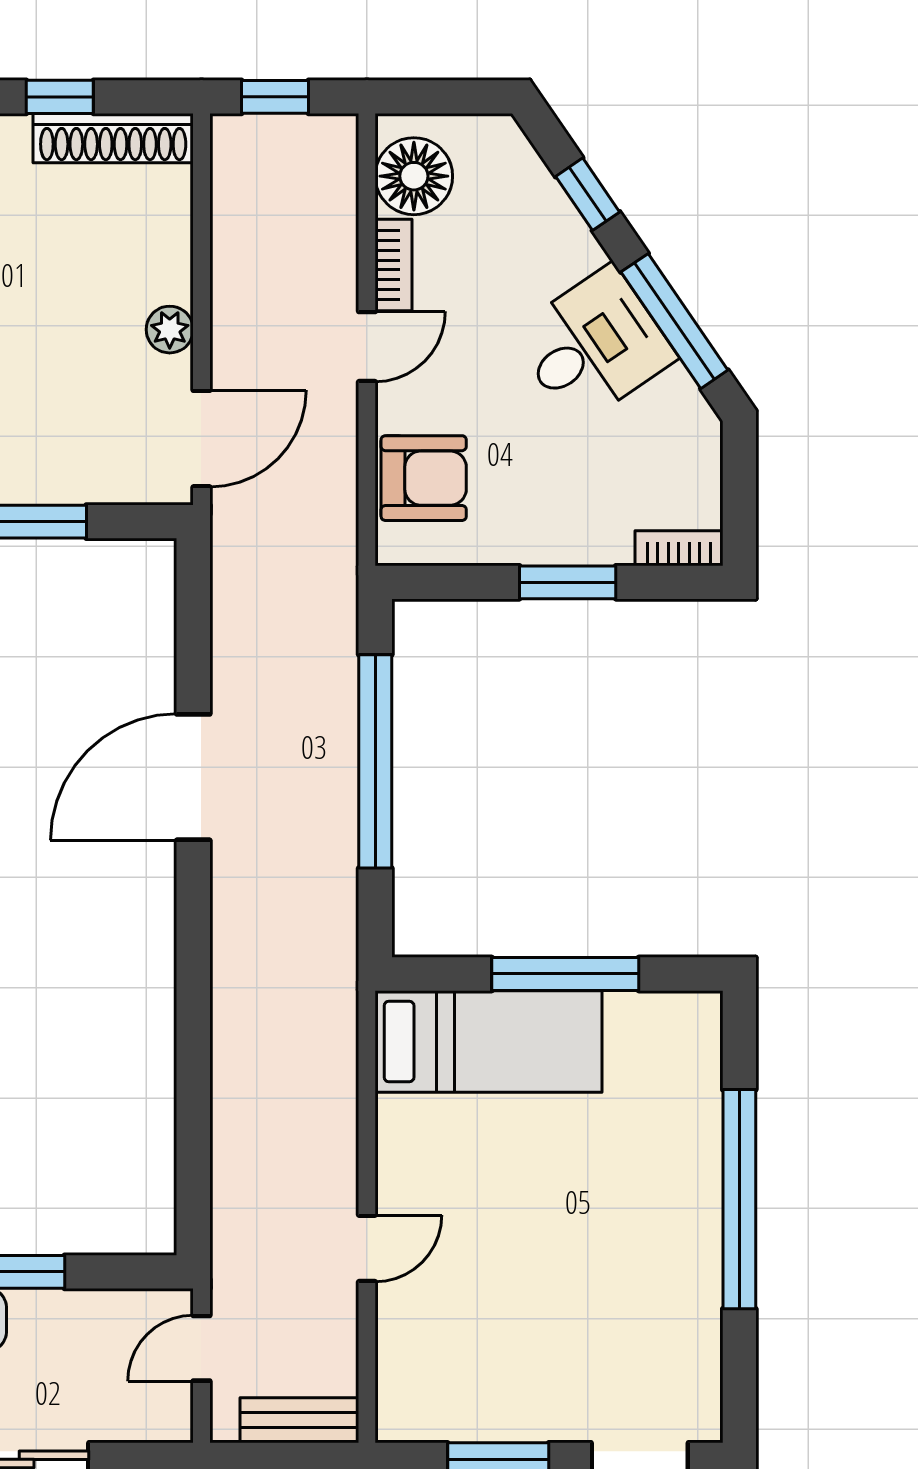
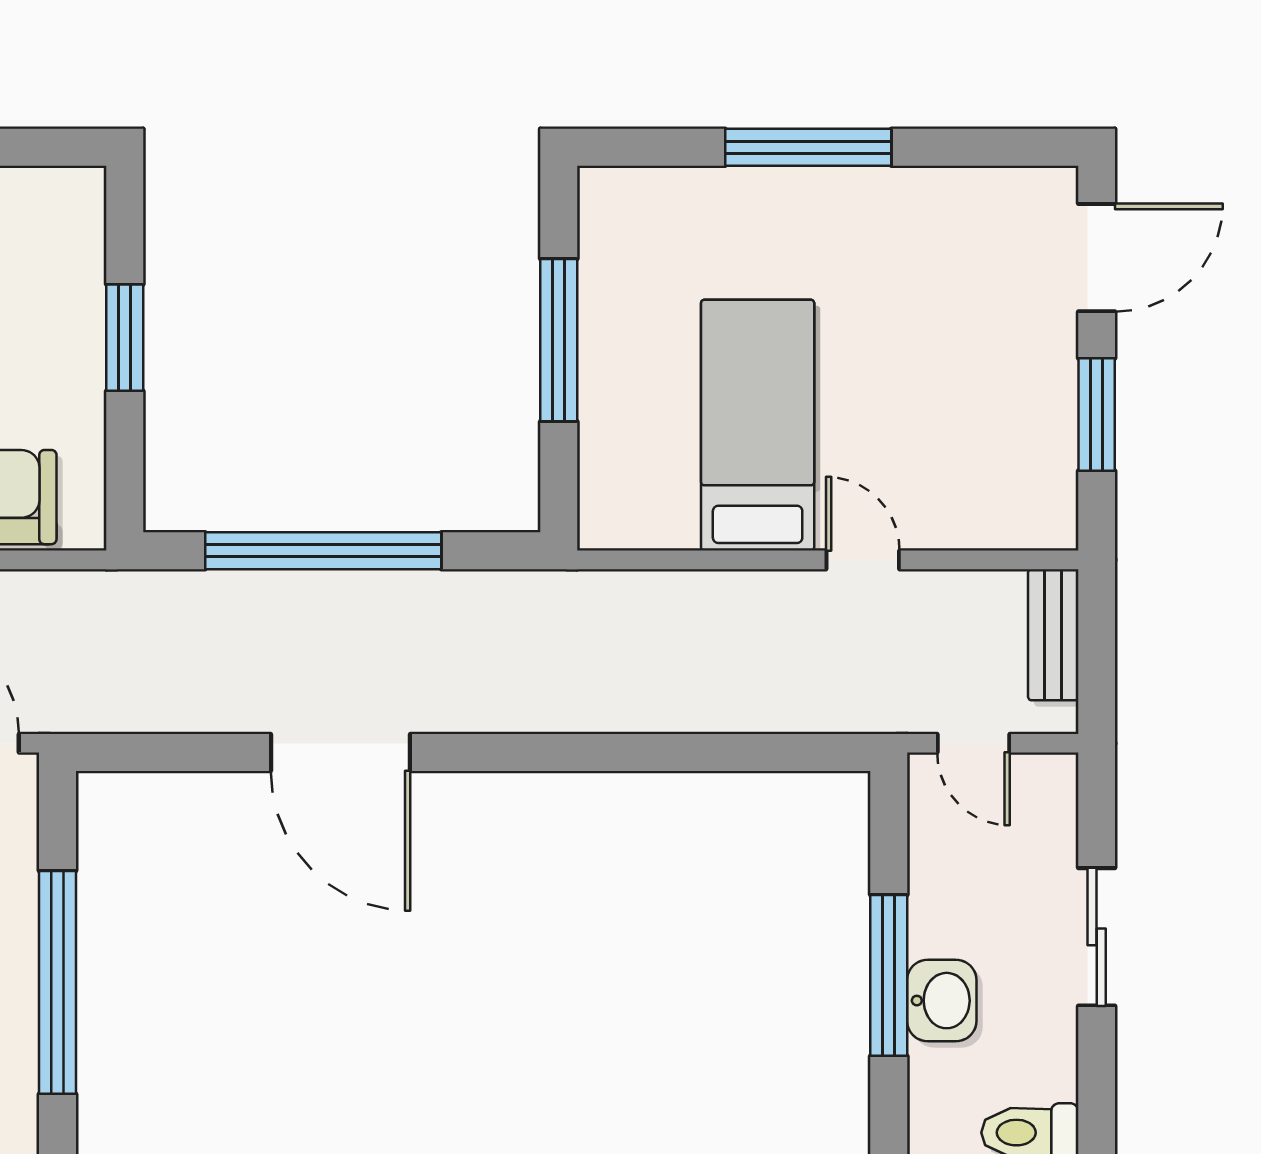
bookcase: (679, 548) -> (87, 214), removed
bed: (489, 1041) -> (758, 425), moved
window: (739, 1199) -> (808, 147), width x0.68

